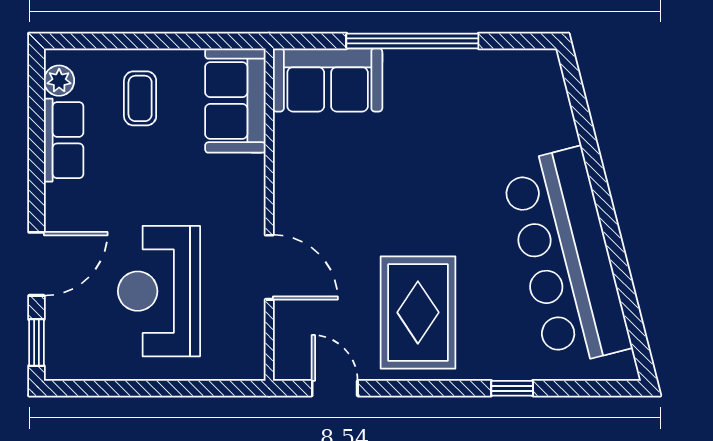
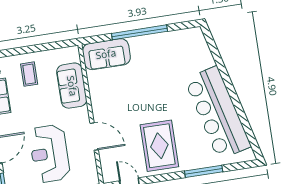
sofa: (235, 100) -> (72, 86), moved
window: (512, 388) -> (204, 171), width x2.17

